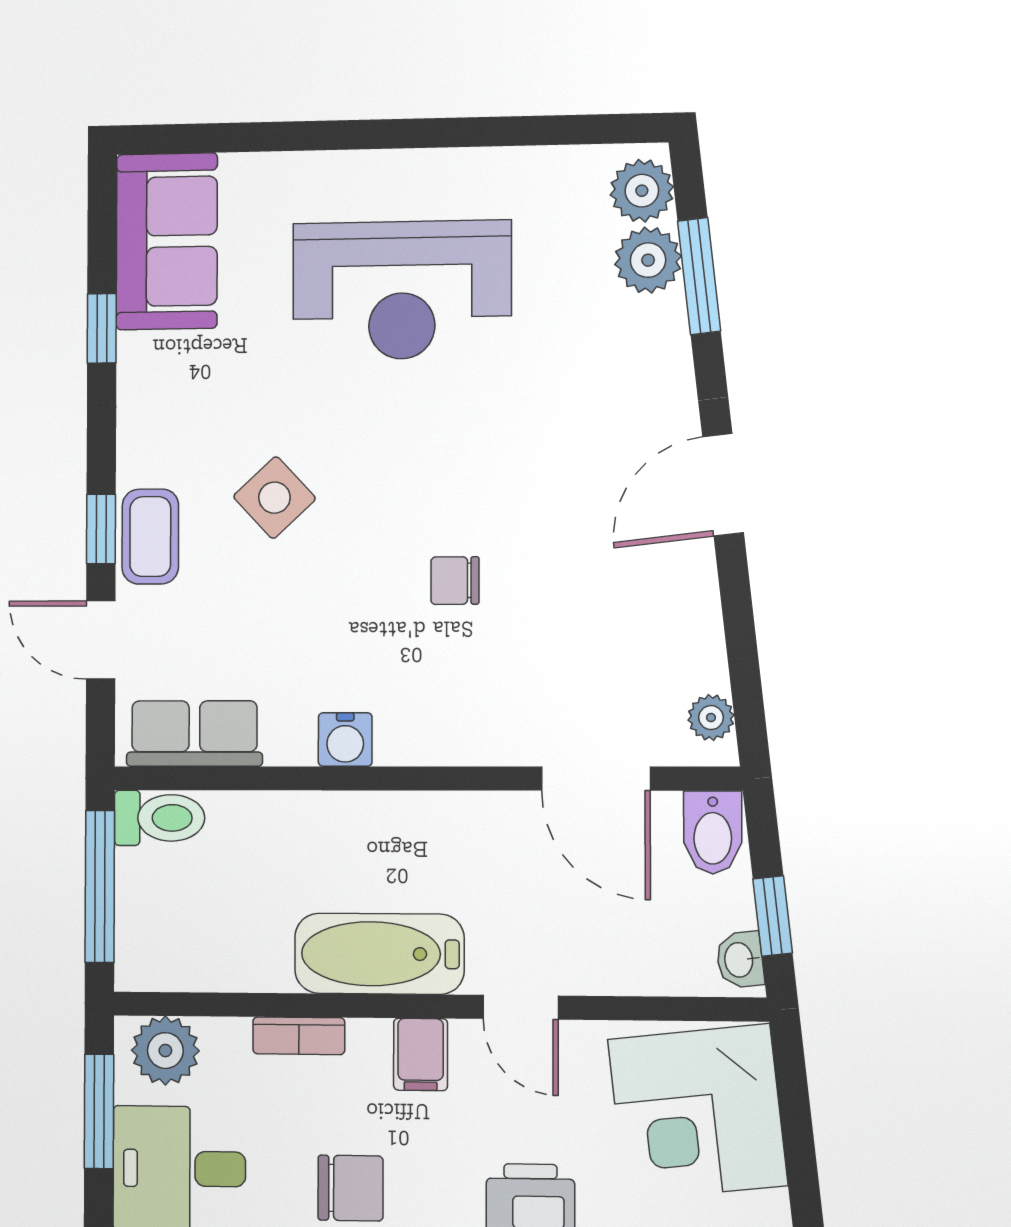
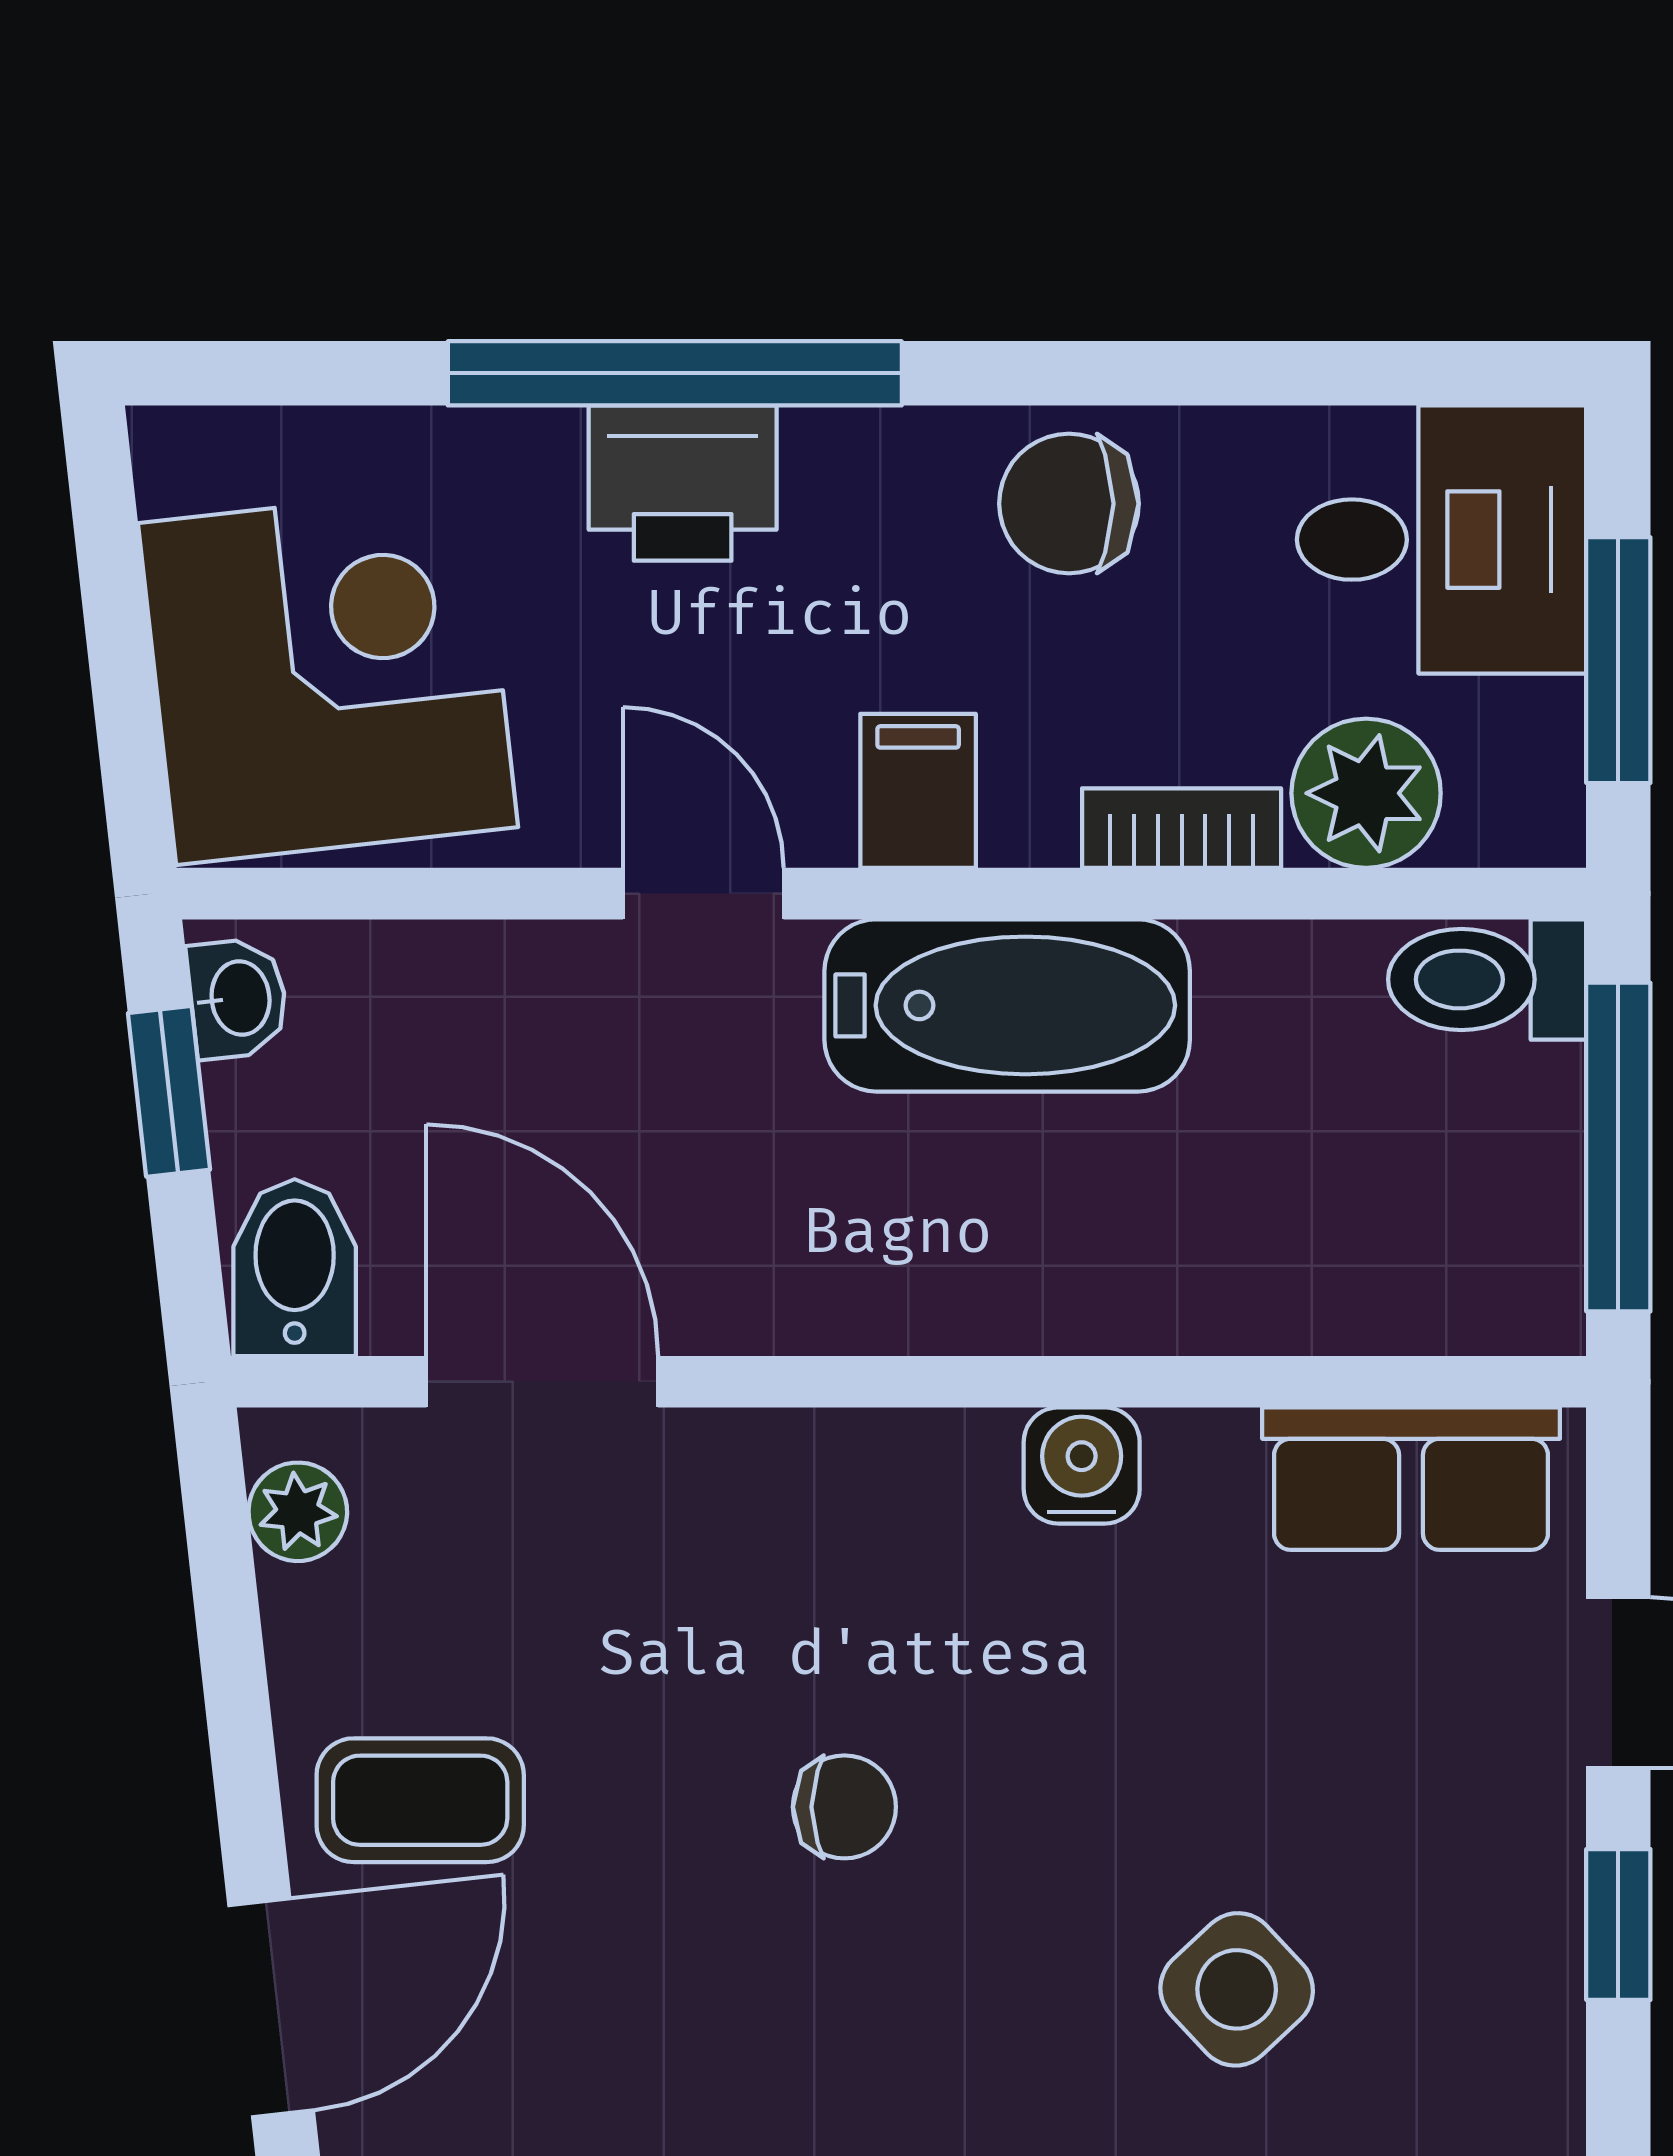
coffee table: (150, 537) -> (420, 1800), moved, turned 90
toilet: (160, 818) -> (1487, 979), moved
plant: (165, 1051) -> (1366, 793), moved

